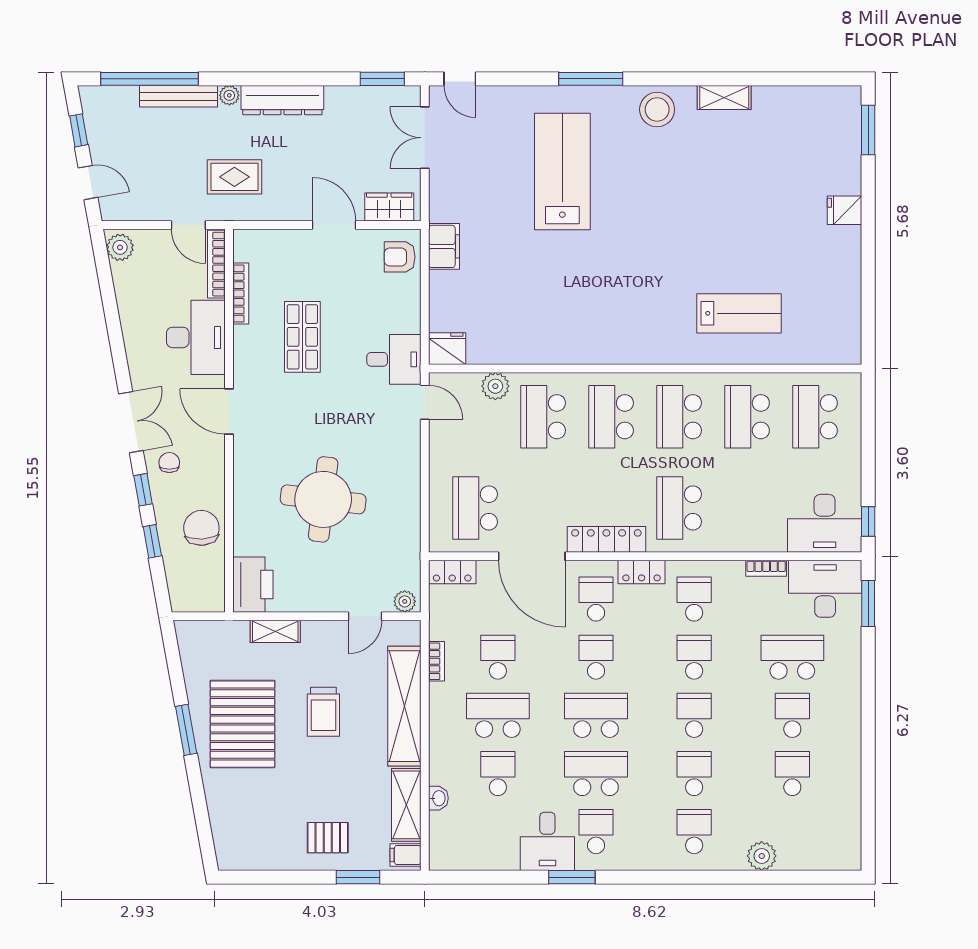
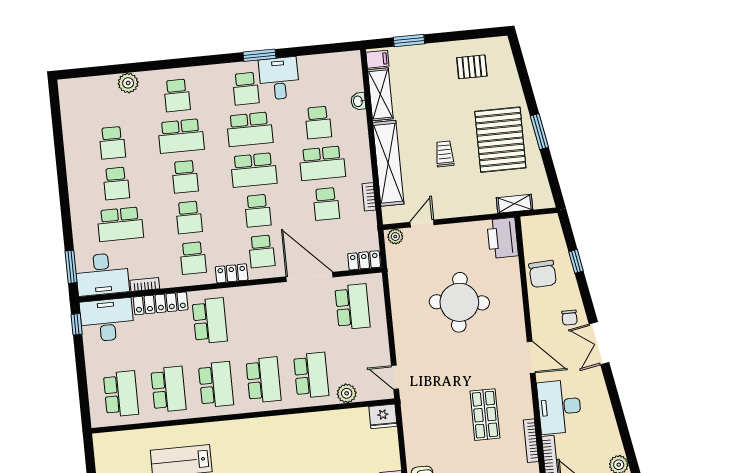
desk: (394, 359) -> (419, 405), removed
window: (143, 490) -> (586, 297), removed
locker: (606, 539) -> (161, 303), moved
shelving: (275, 631) -> (515, 204), moved
trolley: (323, 712) -> (445, 154), width x0.73, depth x0.72
school desk: (694, 773) -> (181, 136), width x1.85
pallet: (328, 838) -> (472, 67), moved

